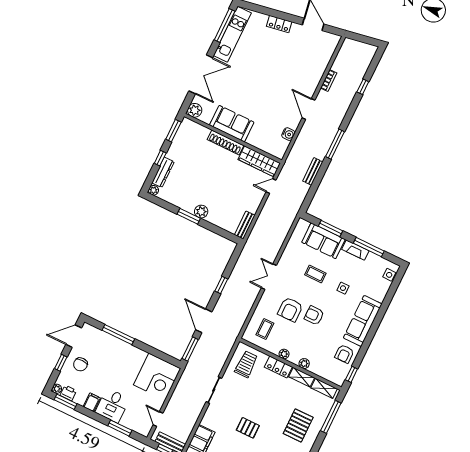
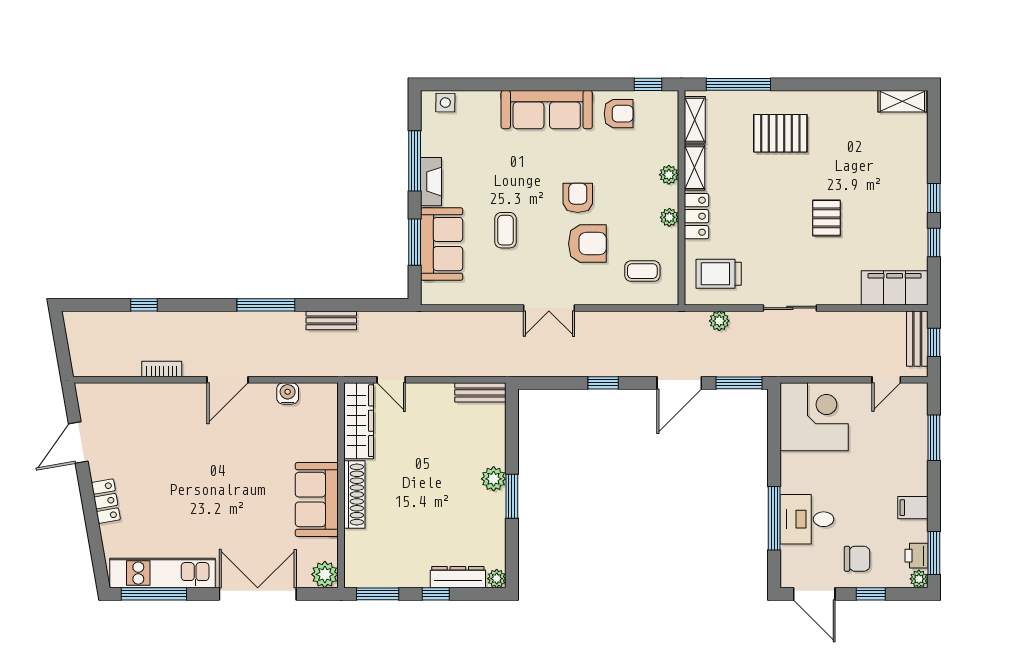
side table: (343, 288) -> (507, 171), removed
armchair: (314, 315) -> (578, 198), turned 180
plant: (224, 354) -> (719, 321), added
desk: (112, 405) -> (807, 519), moved, turned 180

